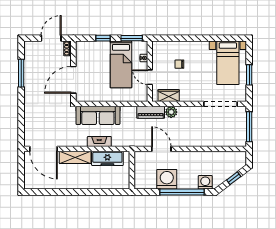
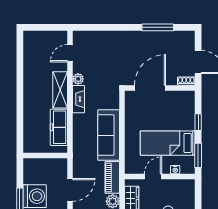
door: (73, 80) -> (150, 88), hinge flipped
sofa: (98, 115) -> (109, 135), moved
fireplace: (99, 141) -> (78, 99), moved
plant: (66, 142) -> (78, 79), added
door: (44, 149) -> (70, 53), width x0.53

